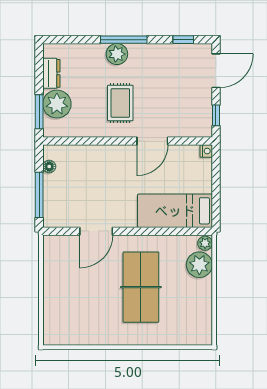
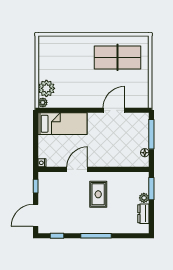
plant: (117, 54) -> (100, 226), removed
plant: (57, 104) -> (144, 198), width x0.53, depth x0.53
table tennis table: (141, 287) -> (118, 57), moved, turned 90

